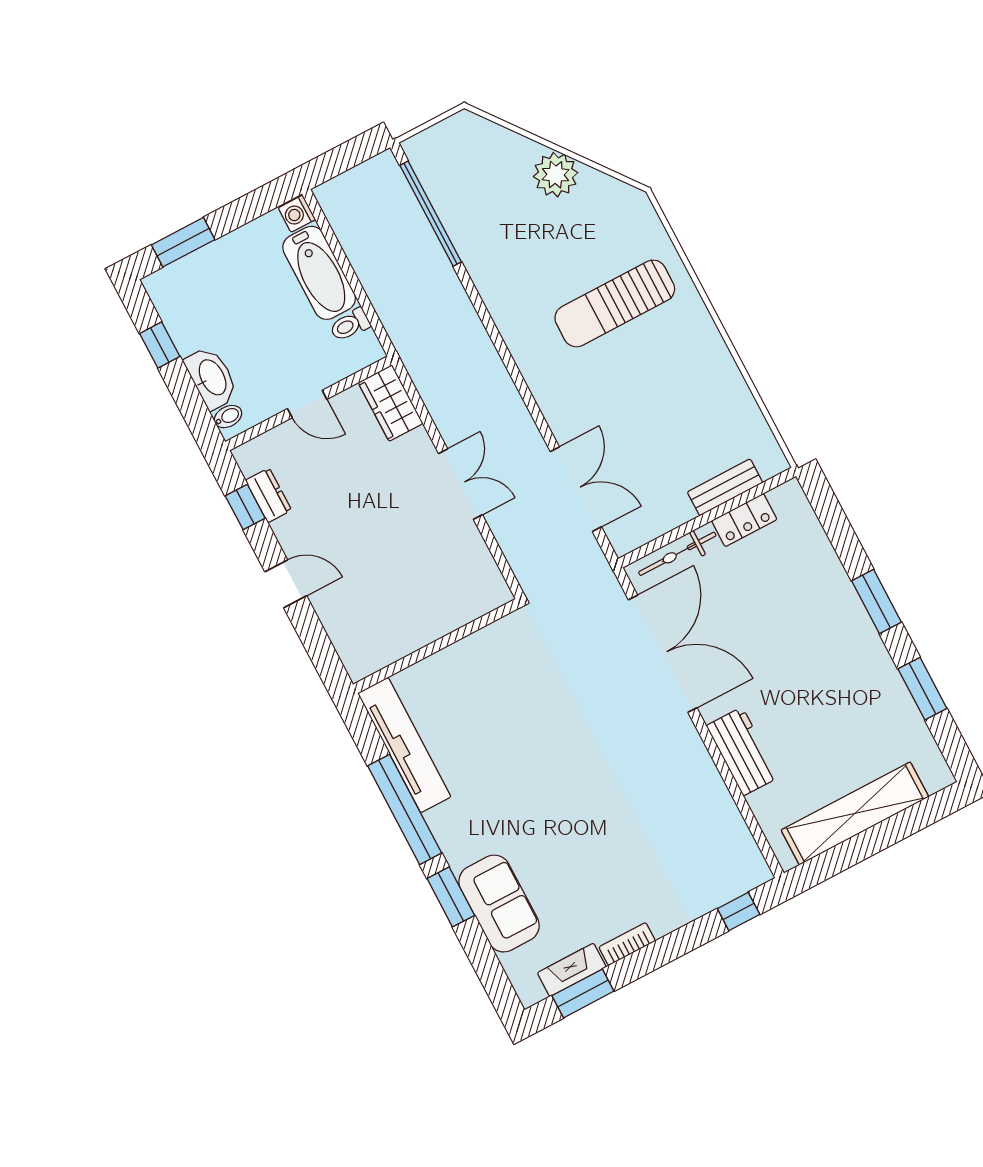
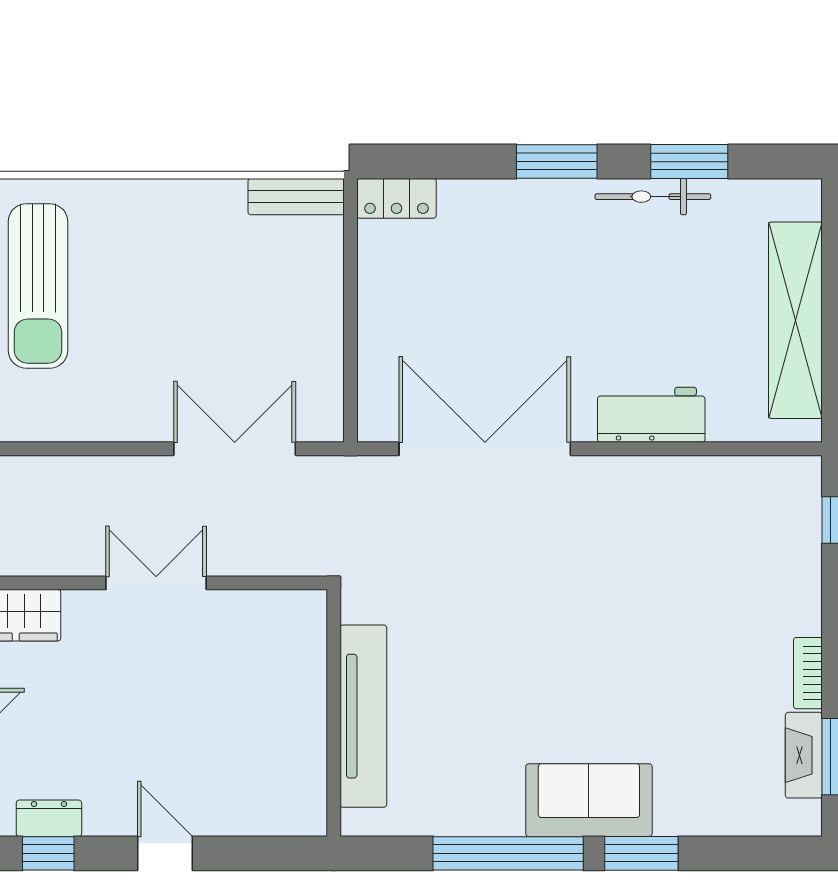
bench: (725, 487) -> (296, 197), moved, turned 90
locker: (744, 520) -> (396, 198), moved, turned 90
bicycle: (677, 554) -> (653, 197), moved, turned 90
door: (286, 584) -> (165, 853), hinge flipped
tv unit: (404, 745) -> (363, 716), moved, turned 90
sofa: (499, 904) -> (589, 800), moved

